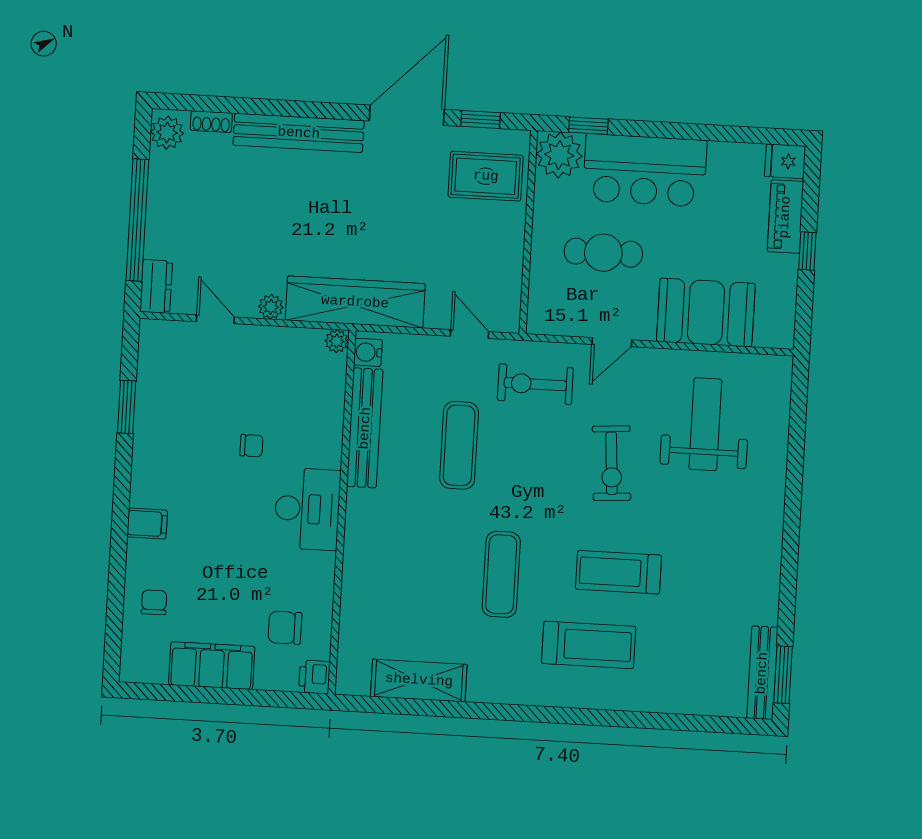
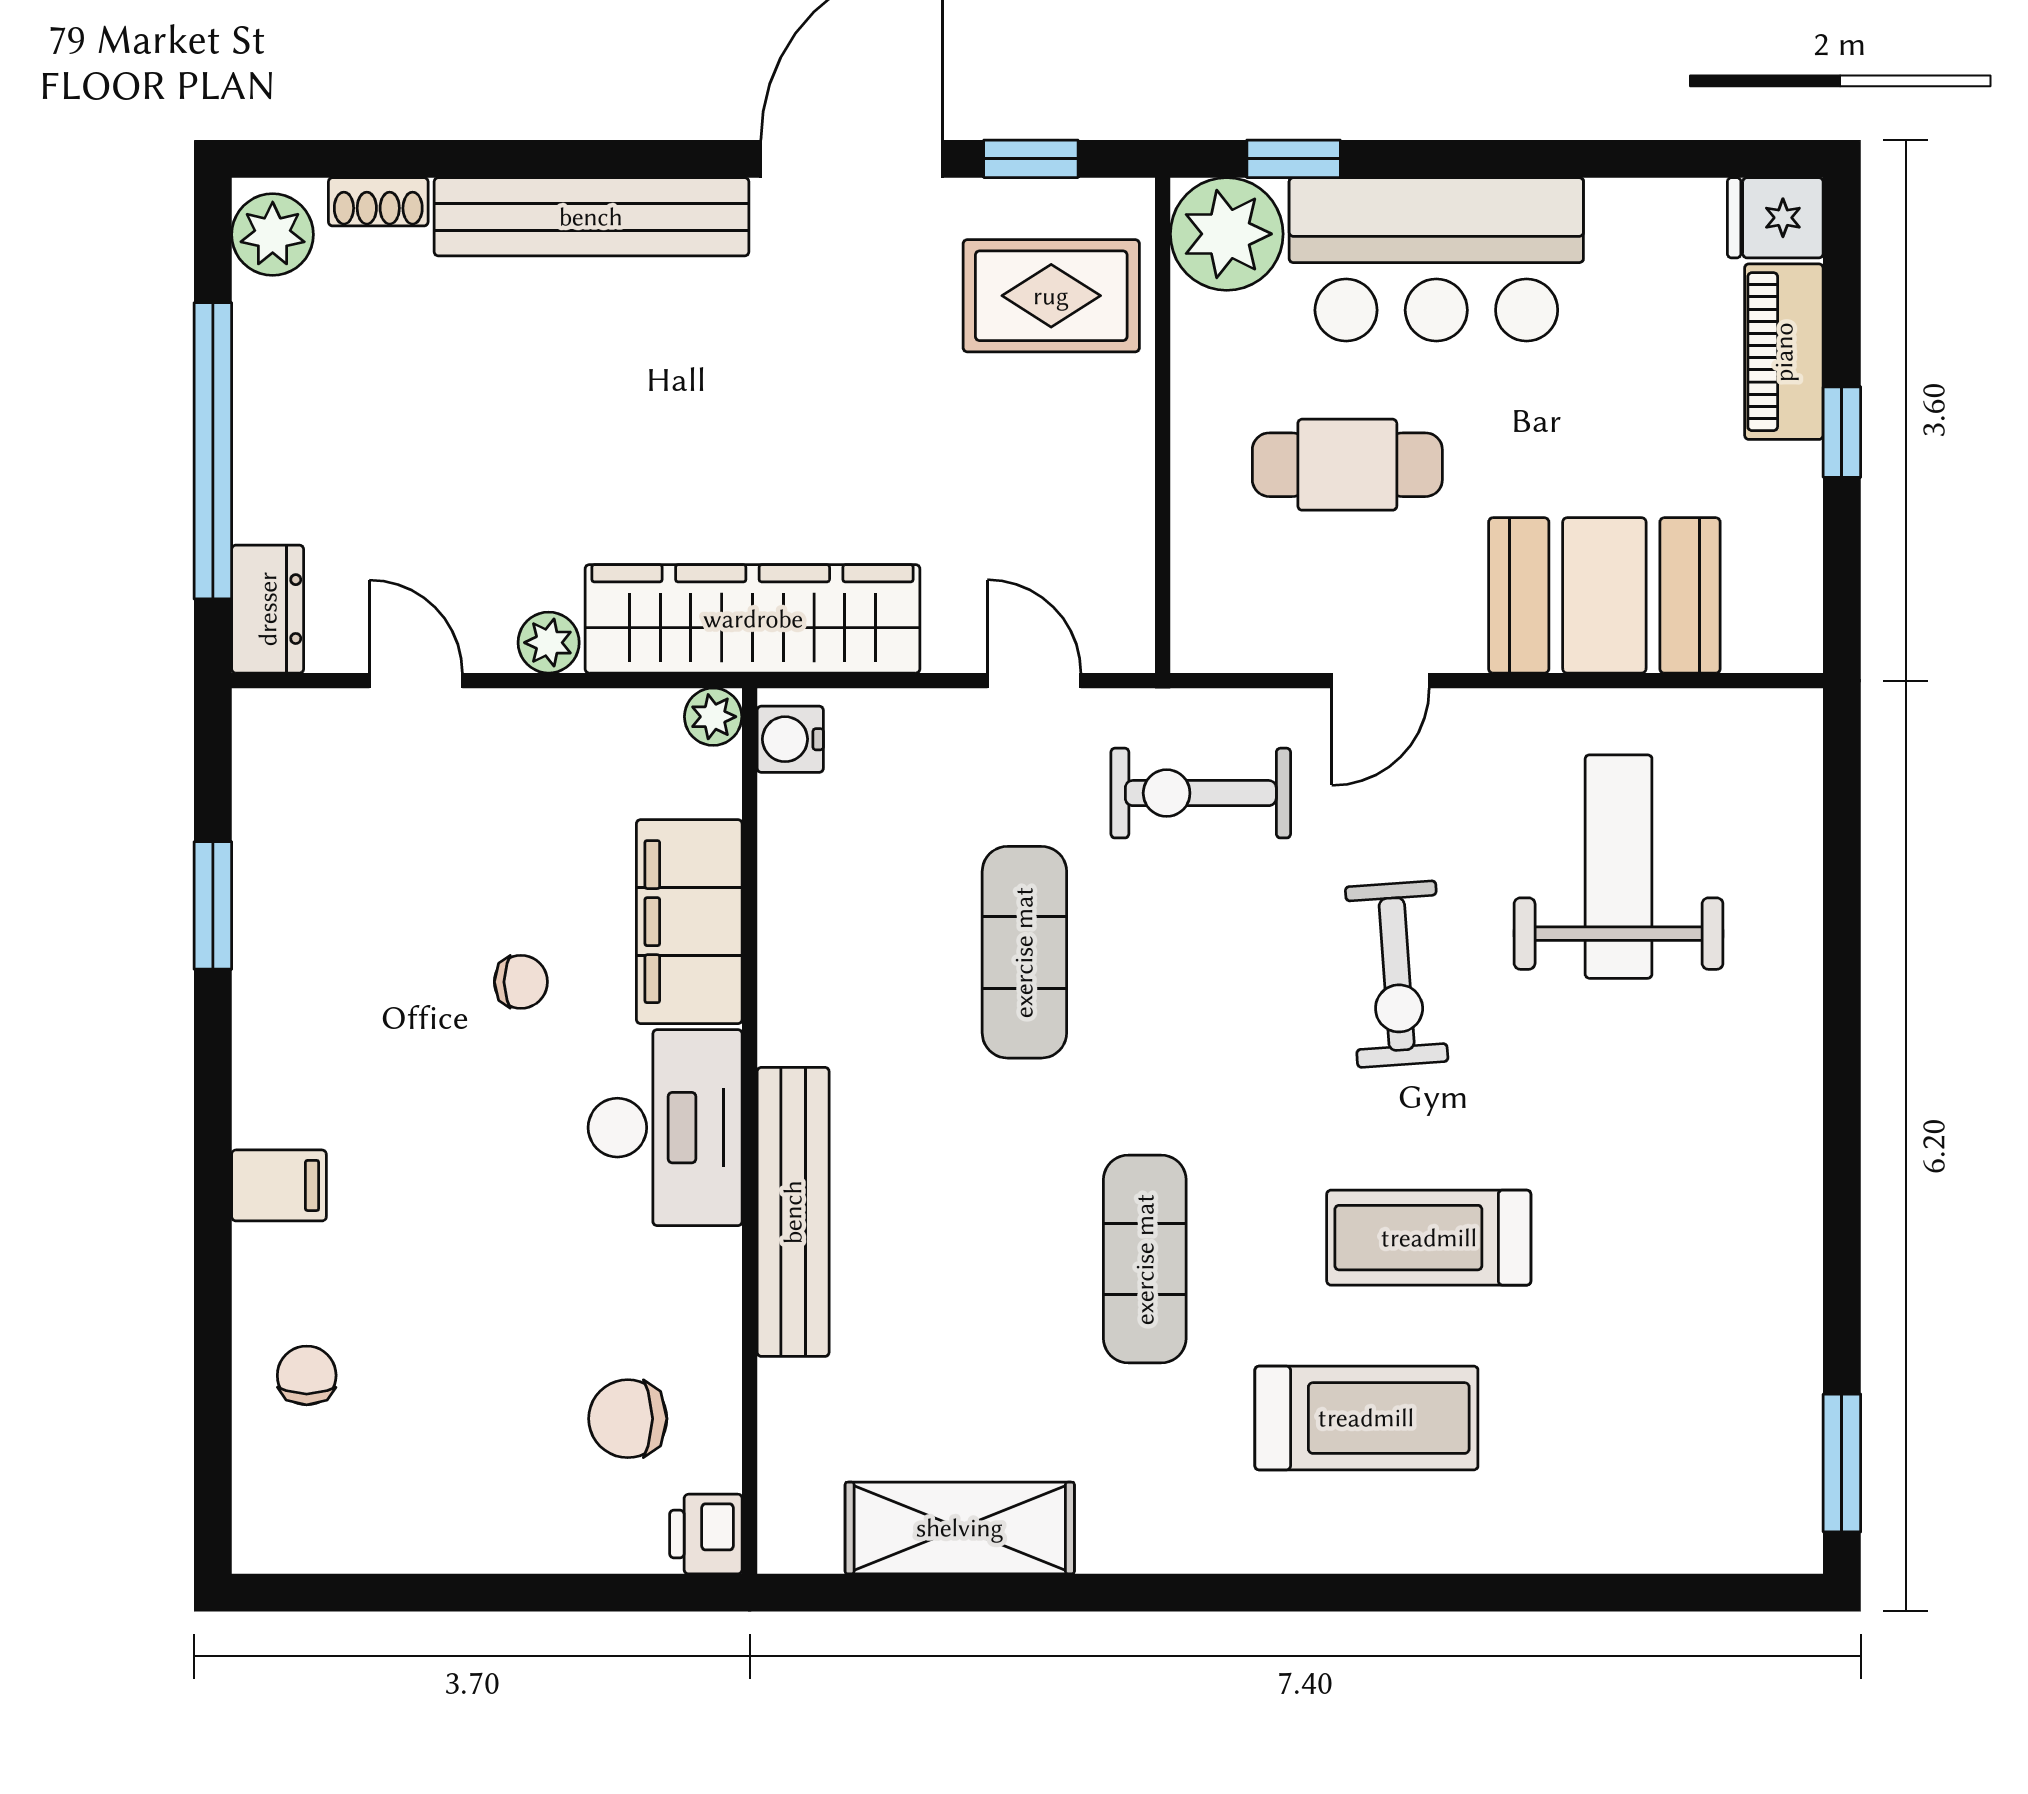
bench: (365, 428) -> (793, 1212), moved
filing cabinet: (212, 666) -> (689, 922), moved, turned -90
bench: (762, 673) -> (1792, 1461), removed

